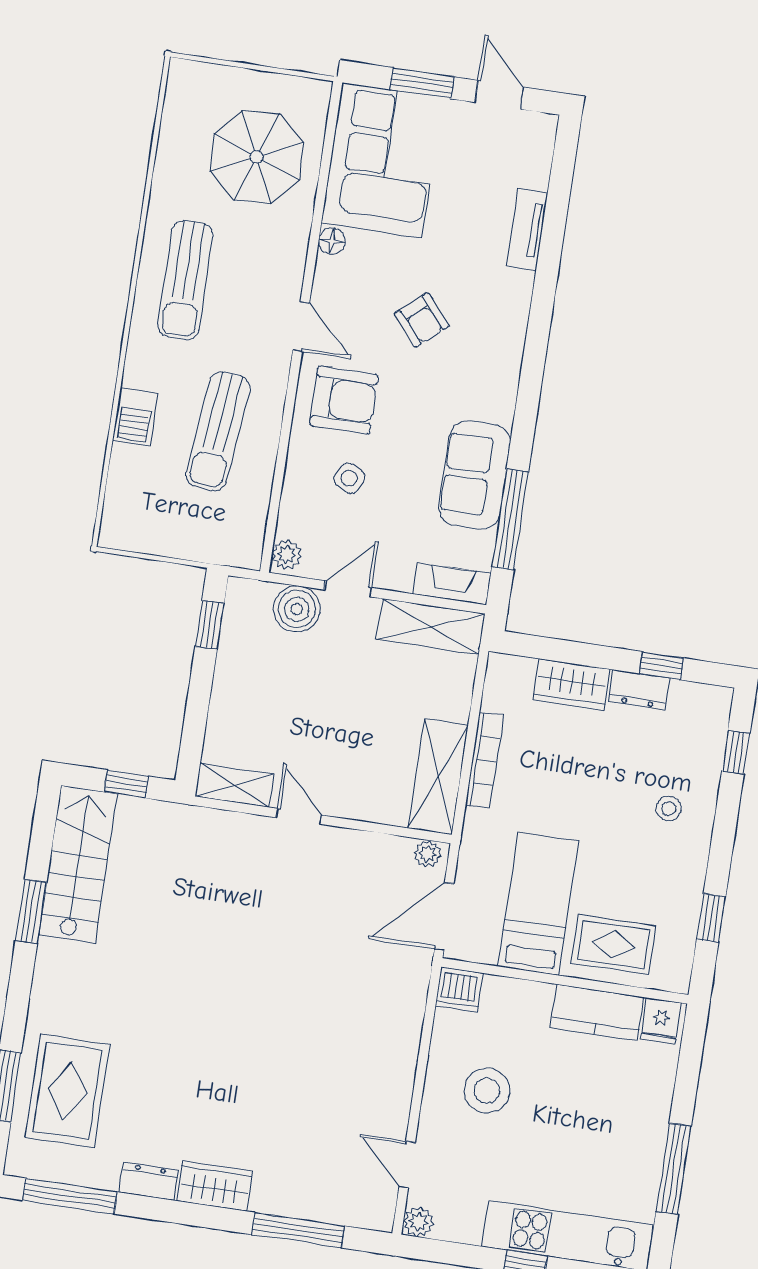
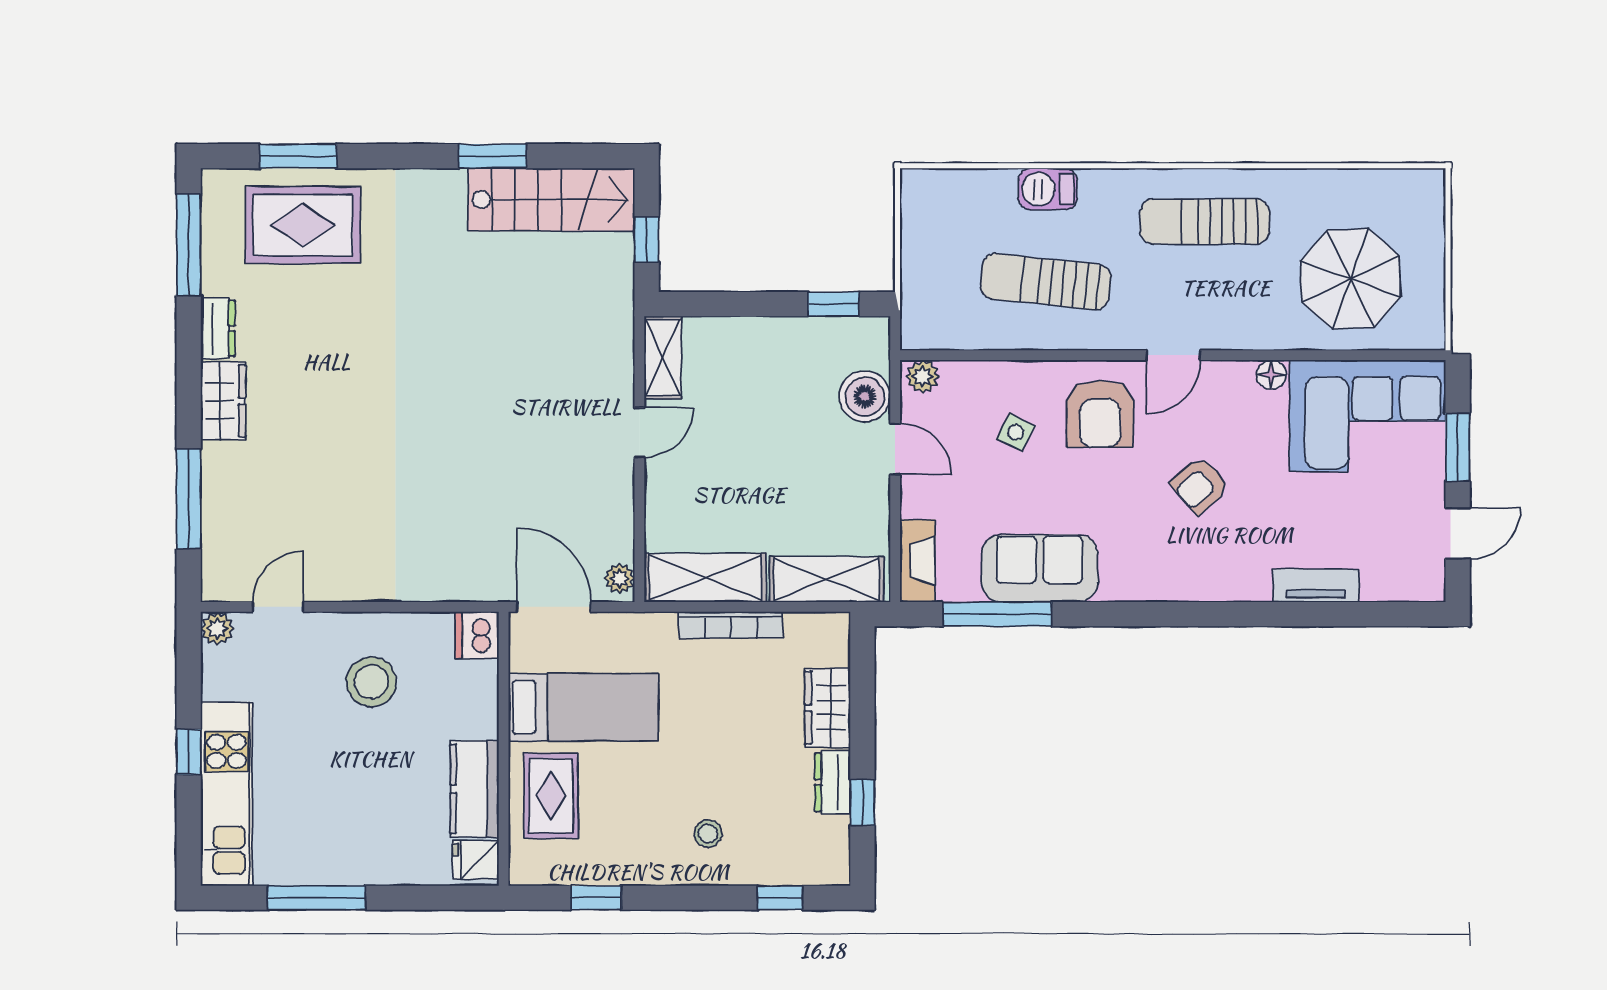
shelving: (431, 627) -> (827, 579), moved, turned 90

